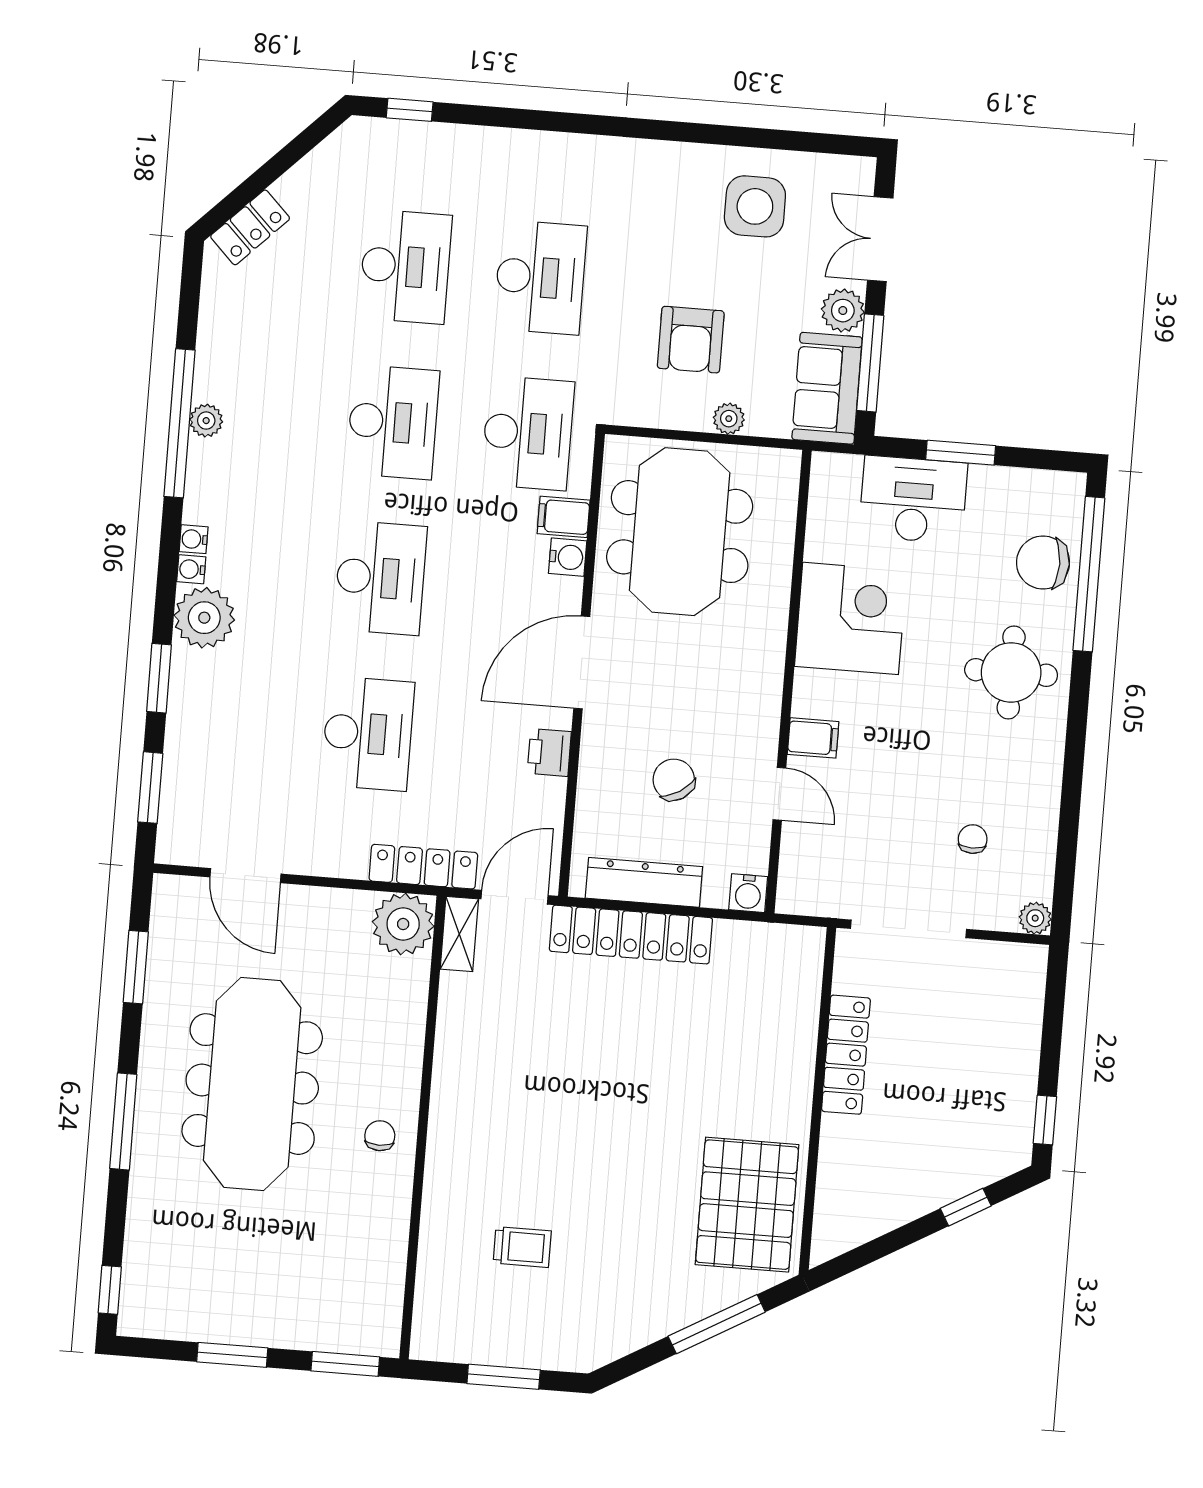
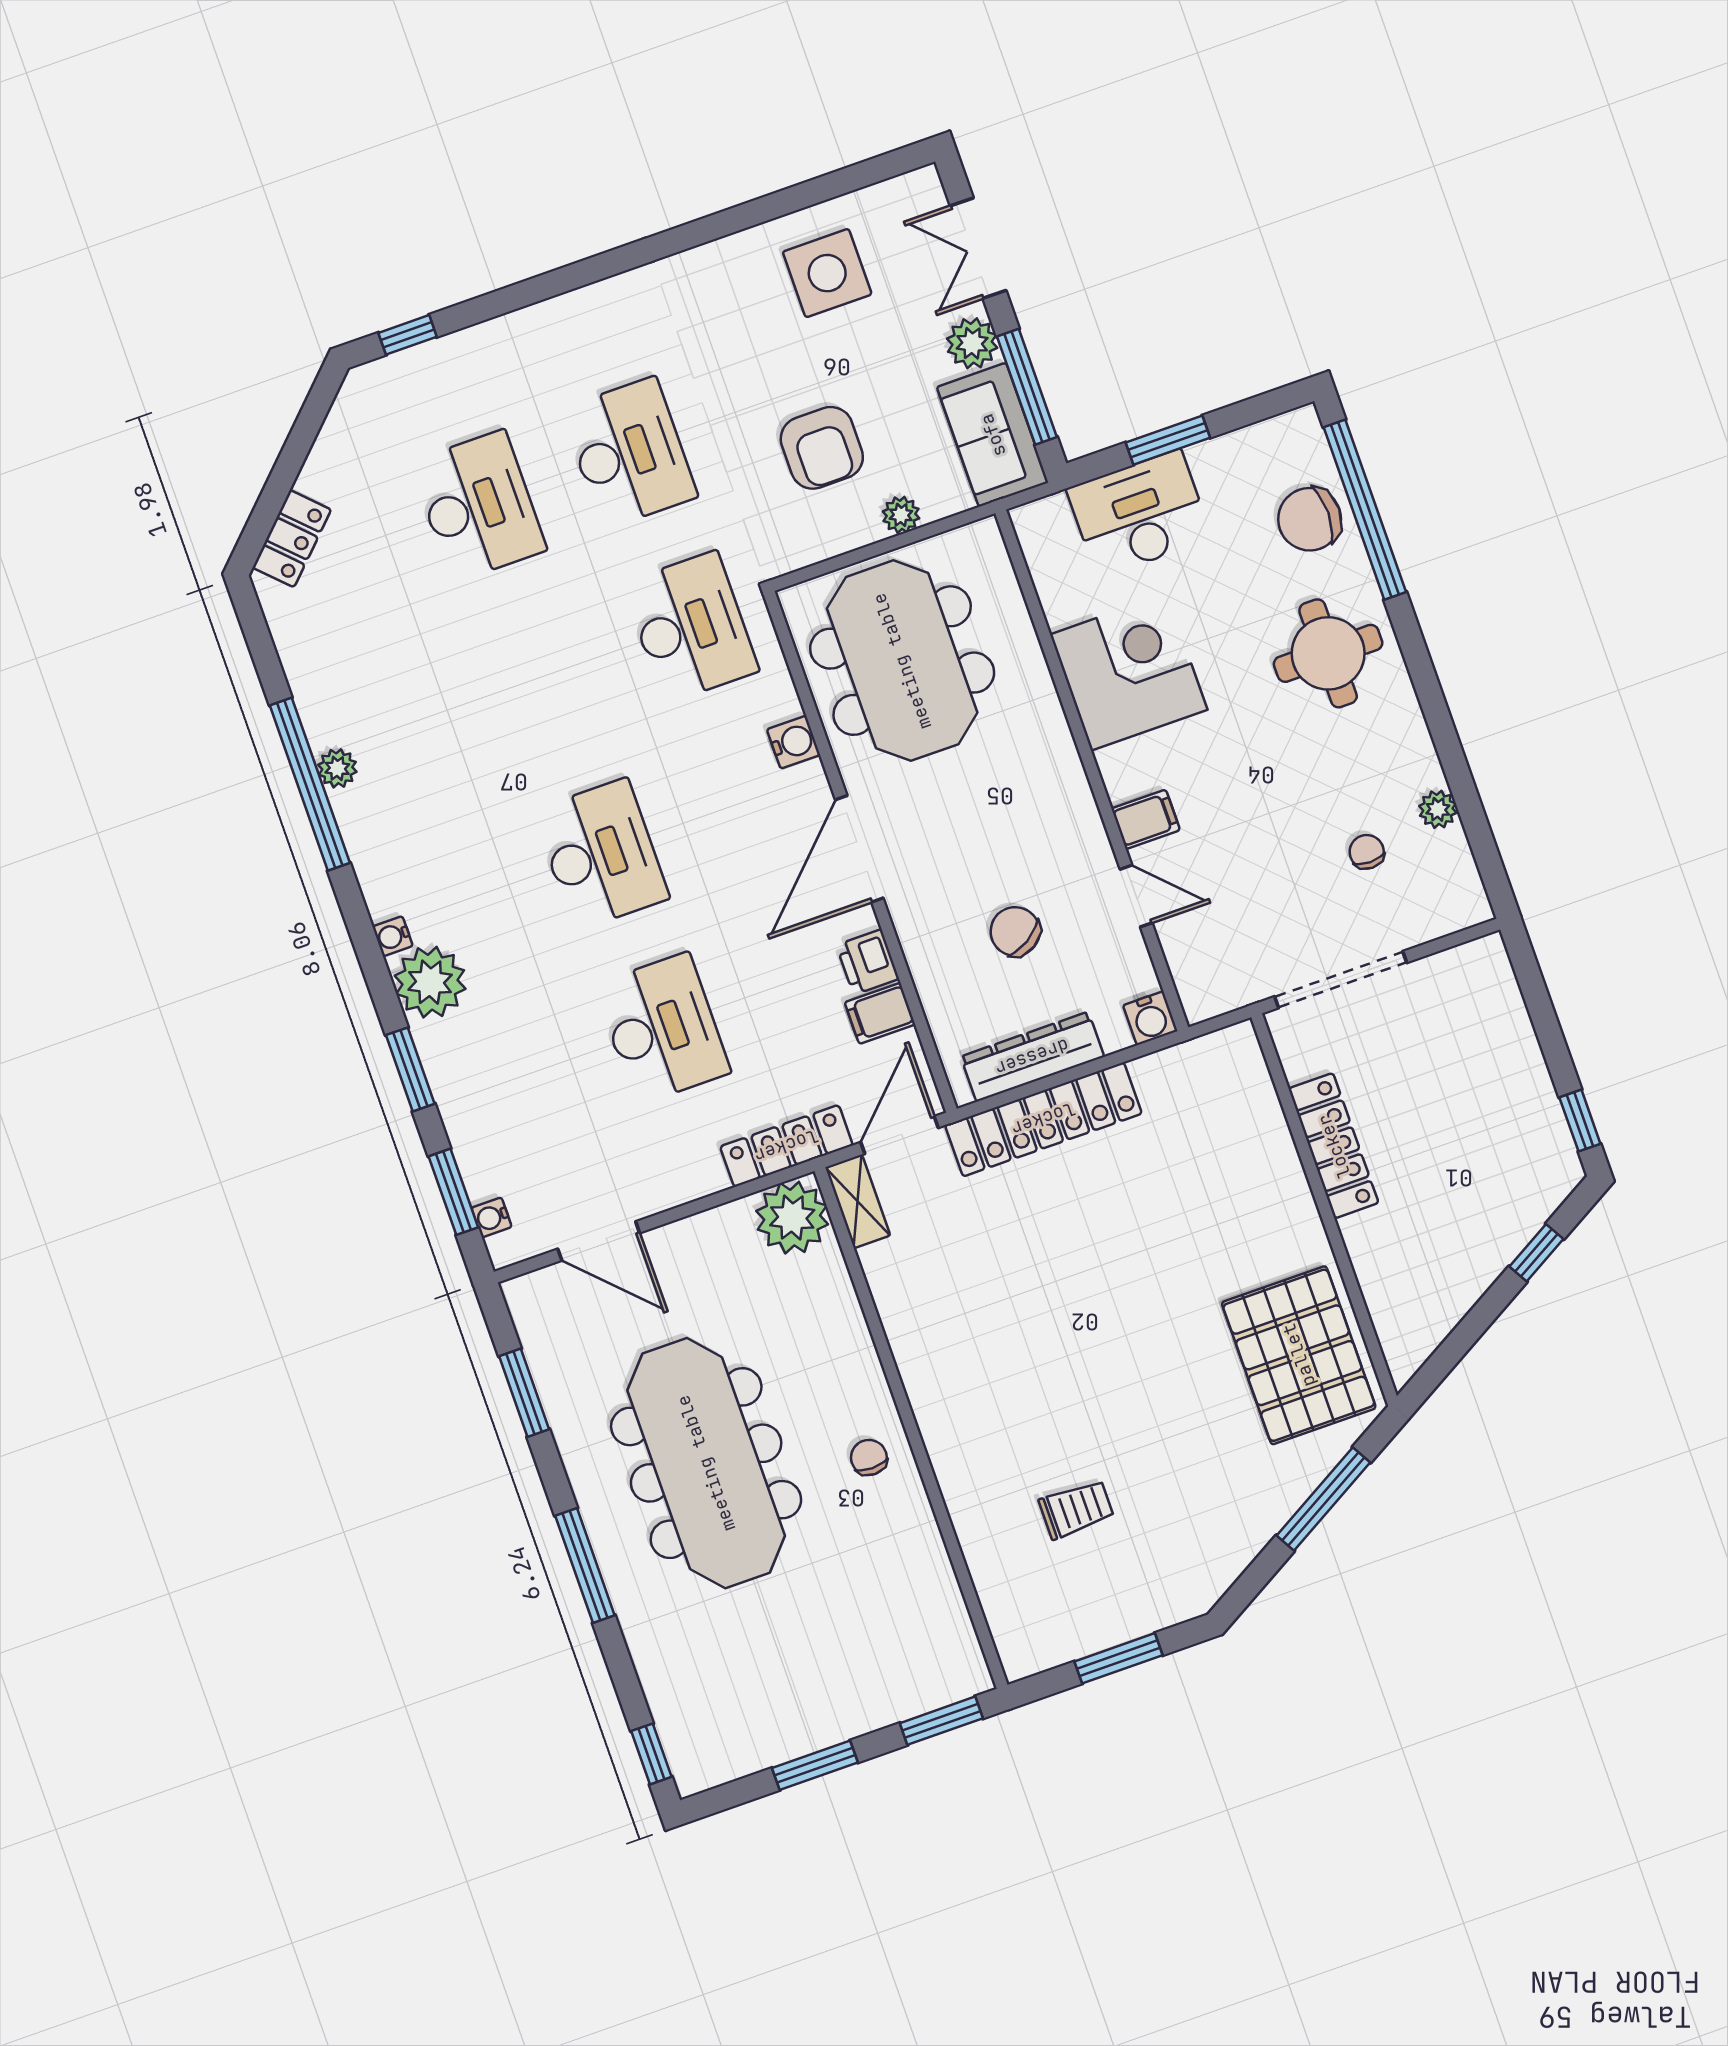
desk: (393, 422) -> (540, 680), removed
filing cabinet: (564, 517) -> (880, 1013), moved
water cooler: (194, 539) -> (492, 1217), moved
plant: (1035, 918) -> (1438, 809), moved

